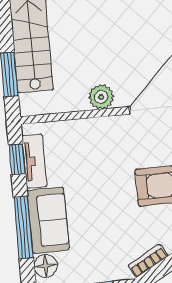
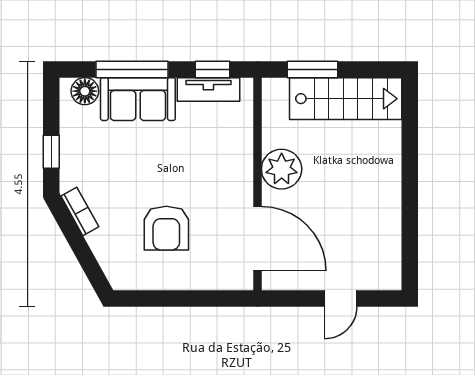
plant: (101, 97) -> (282, 169), width x1.36, depth x1.36

